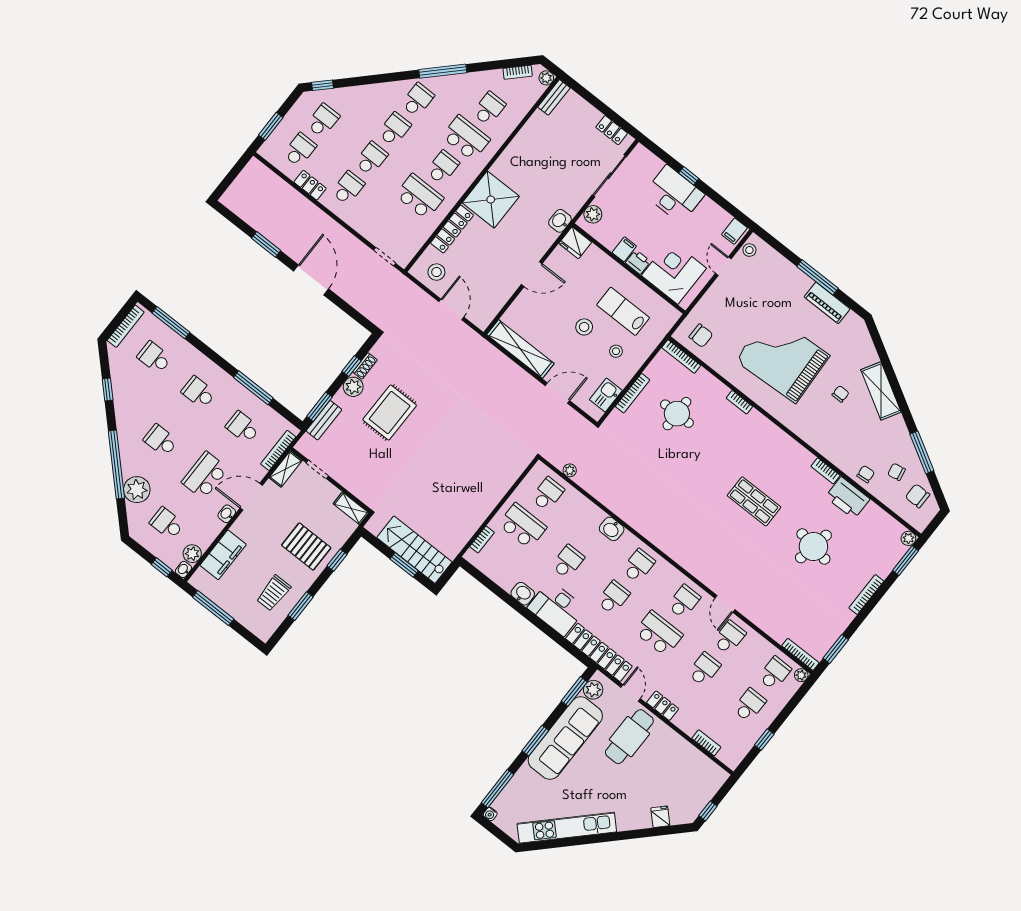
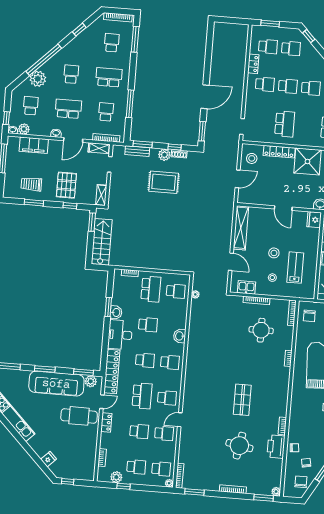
school desk: (443, 167) -> (308, 126), removed
window: (266, 244) -> (202, 131), moved
school desk: (199, 392) -> (109, 77), width x1.85
door: (251, 497) -> (73, 140), swing flipped
window: (404, 565) -> (92, 222), moved
window: (508, 599) -> (108, 307), added
plant: (745, 741) -> (116, 477), added

